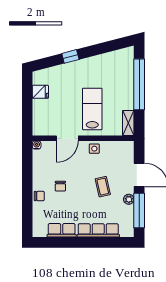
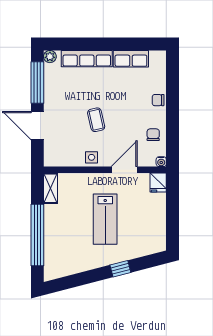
fridge: (40, 92) -> (158, 183), moved, turned -90
lab bench: (92, 109) -> (105, 219), moved
chair: (60, 186) -> (153, 135), moved
coffee table: (103, 187) -> (96, 120), moved
plant: (129, 199) -> (50, 57), moved

